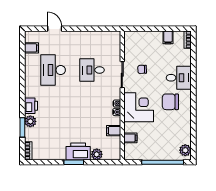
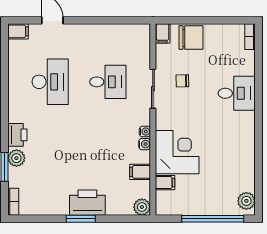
filing cabinet: (168, 37) -> (163, 33), moved
filing cabinet: (31, 48) -> (18, 31), moved
desk: (53, 70) -> (50, 82), turned 180
desk: (92, 70) -> (108, 82), turned 180
chair: (170, 102) -> (191, 38), moved, turned 180
corner desk: (139, 107) -> (177, 152), moved
plant: (97, 154) -> (142, 207), moved

